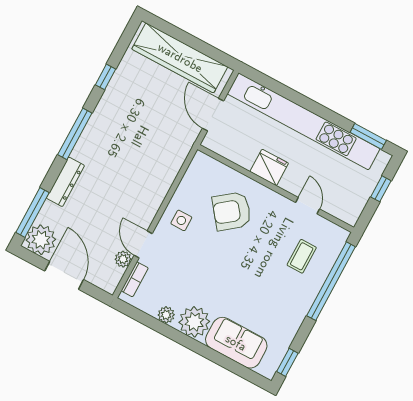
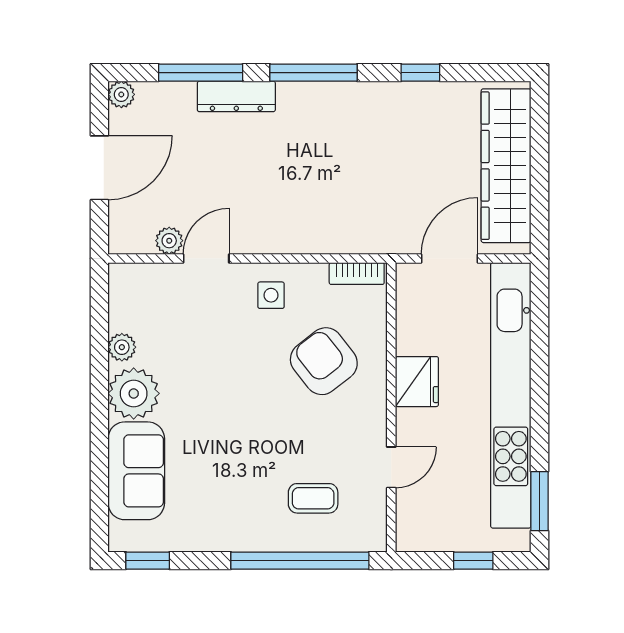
window: (32, 213) -> (201, 73), moved
plant: (41, 240) -> (121, 94), width x0.53, depth x0.53
bookcase: (135, 279) -> (357, 274), moved

